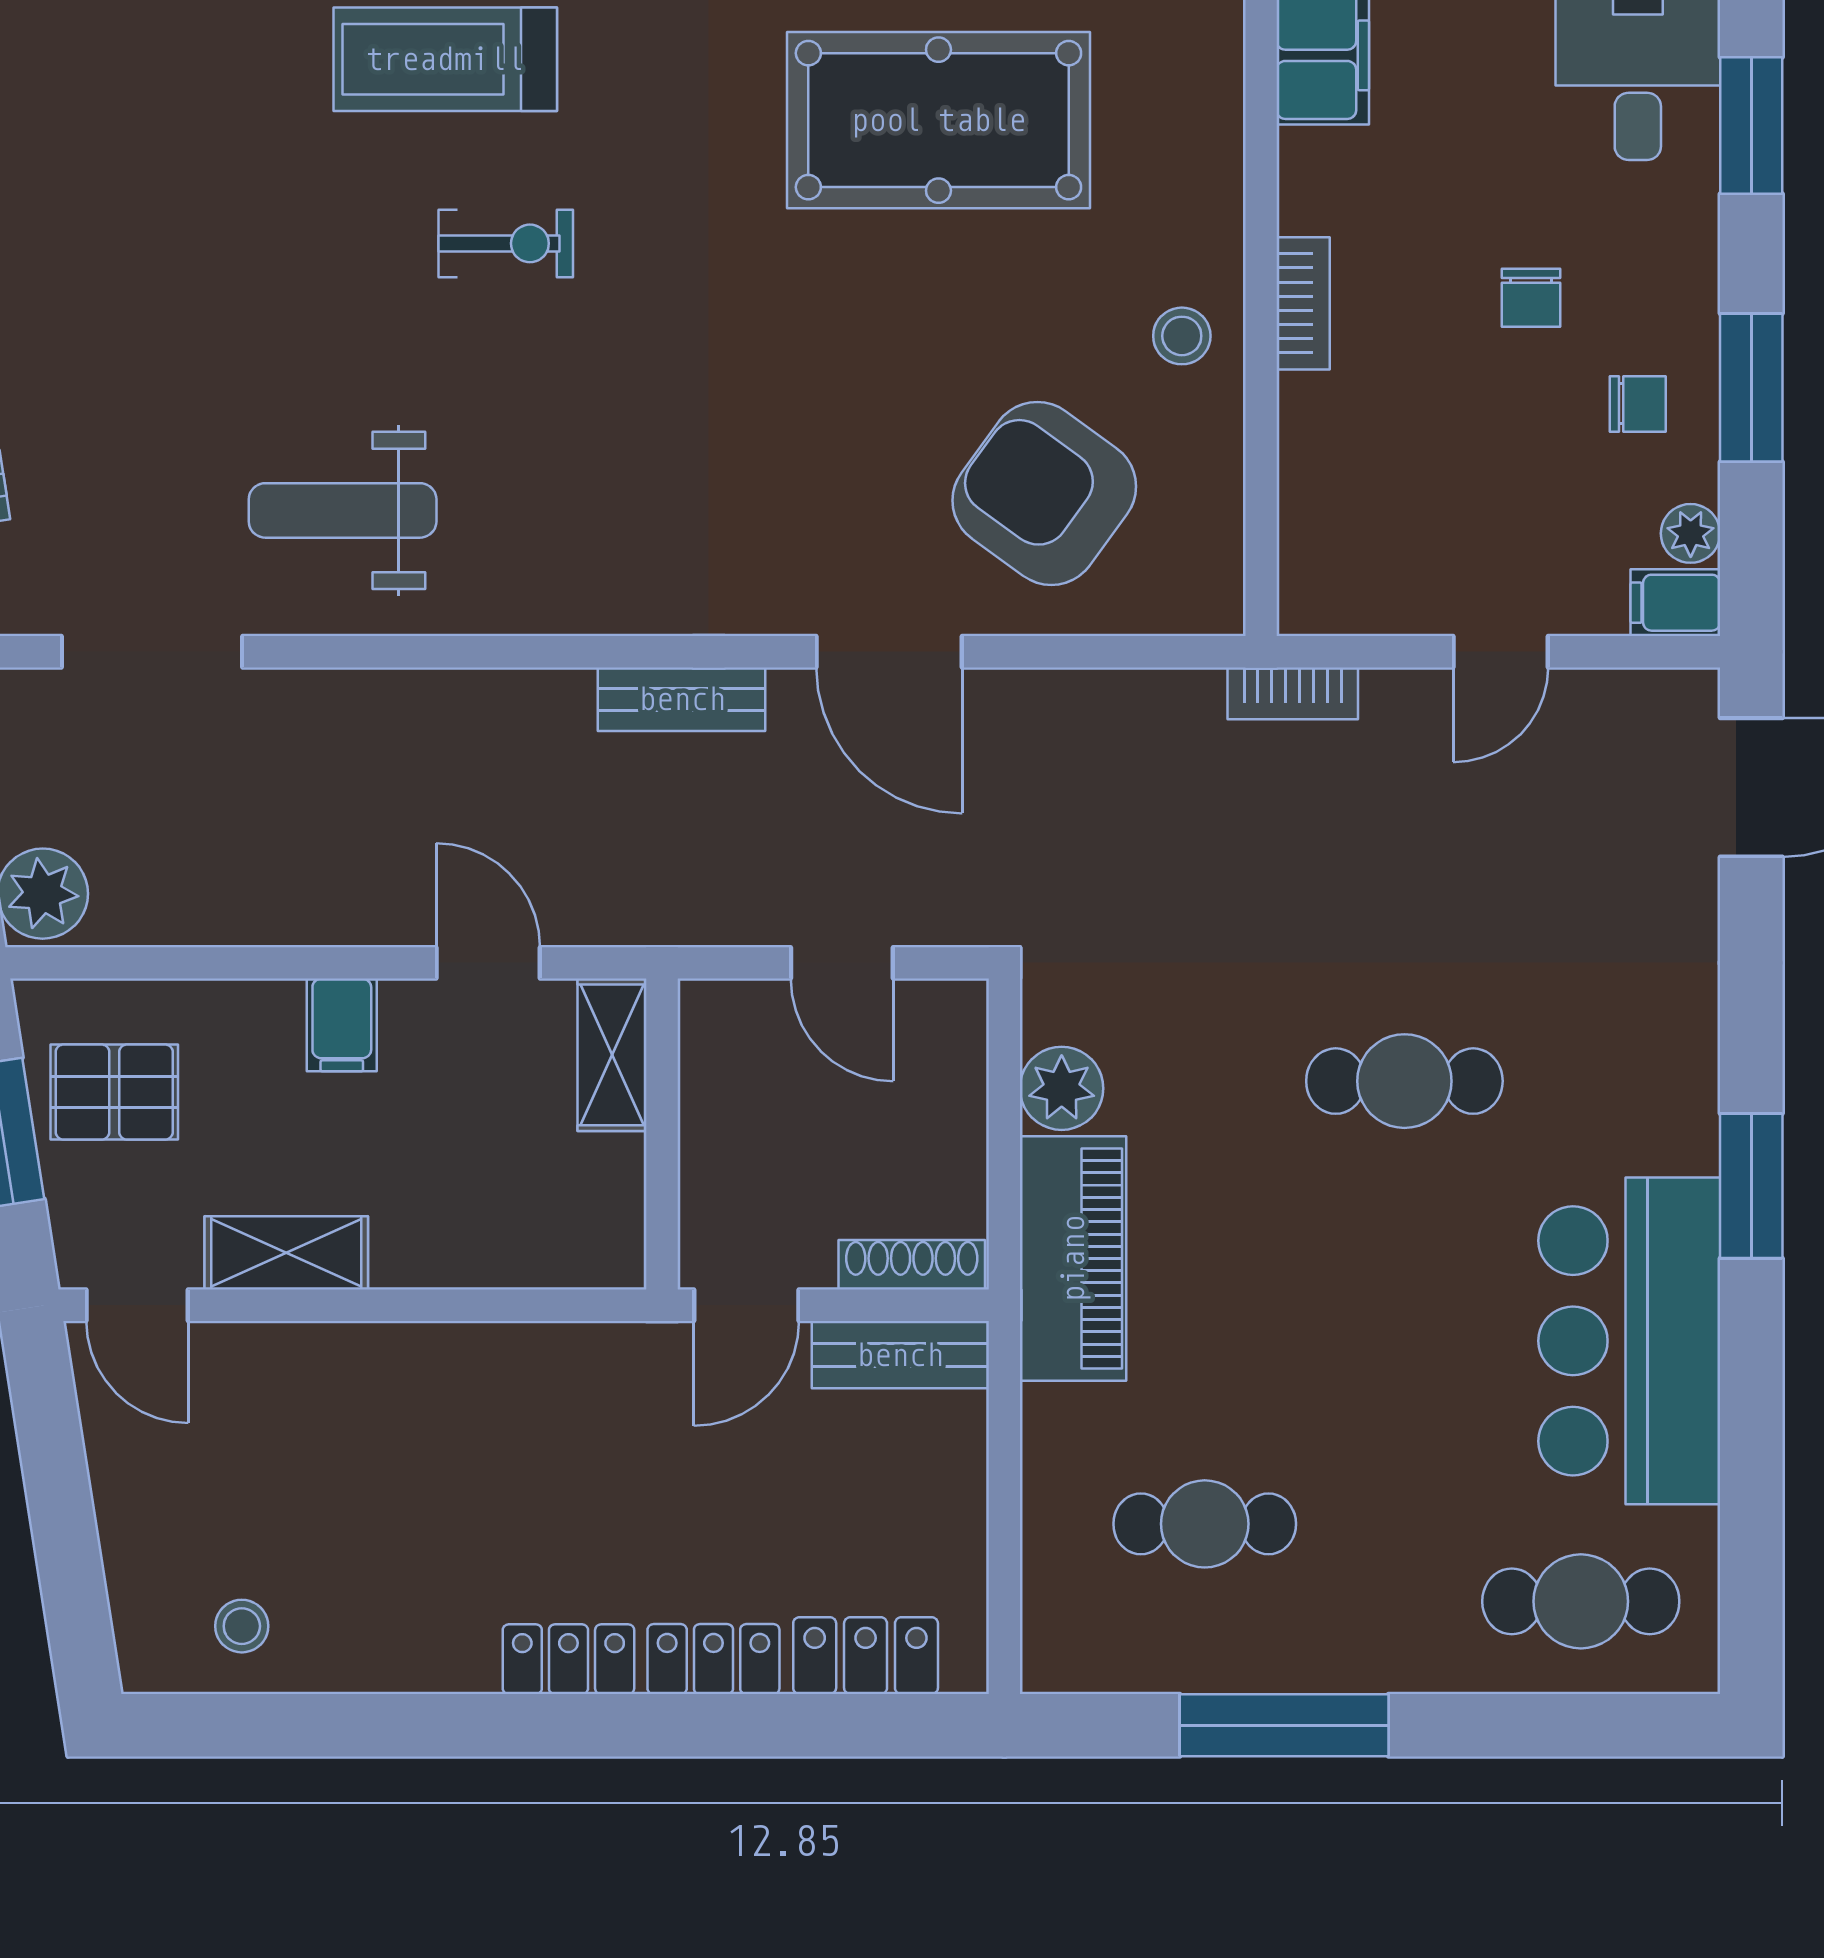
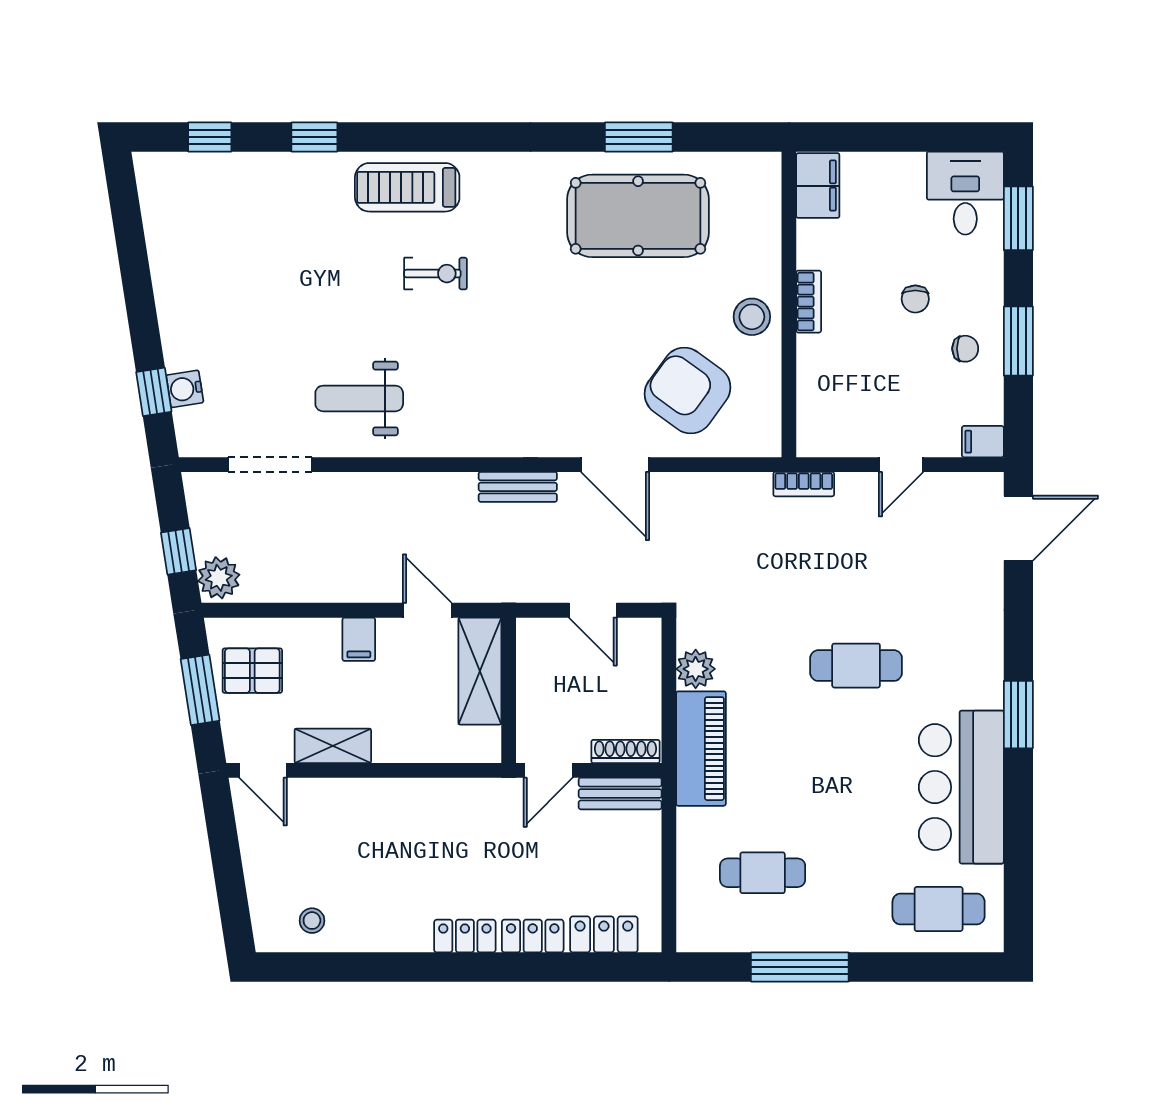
stool: (1182, 336) -> (752, 317), width x1.37, depth x1.37
plant: (1691, 533) -> (990, 409), removed
shelving: (612, 1055) -> (480, 671), width x1.50, depth x1.33

